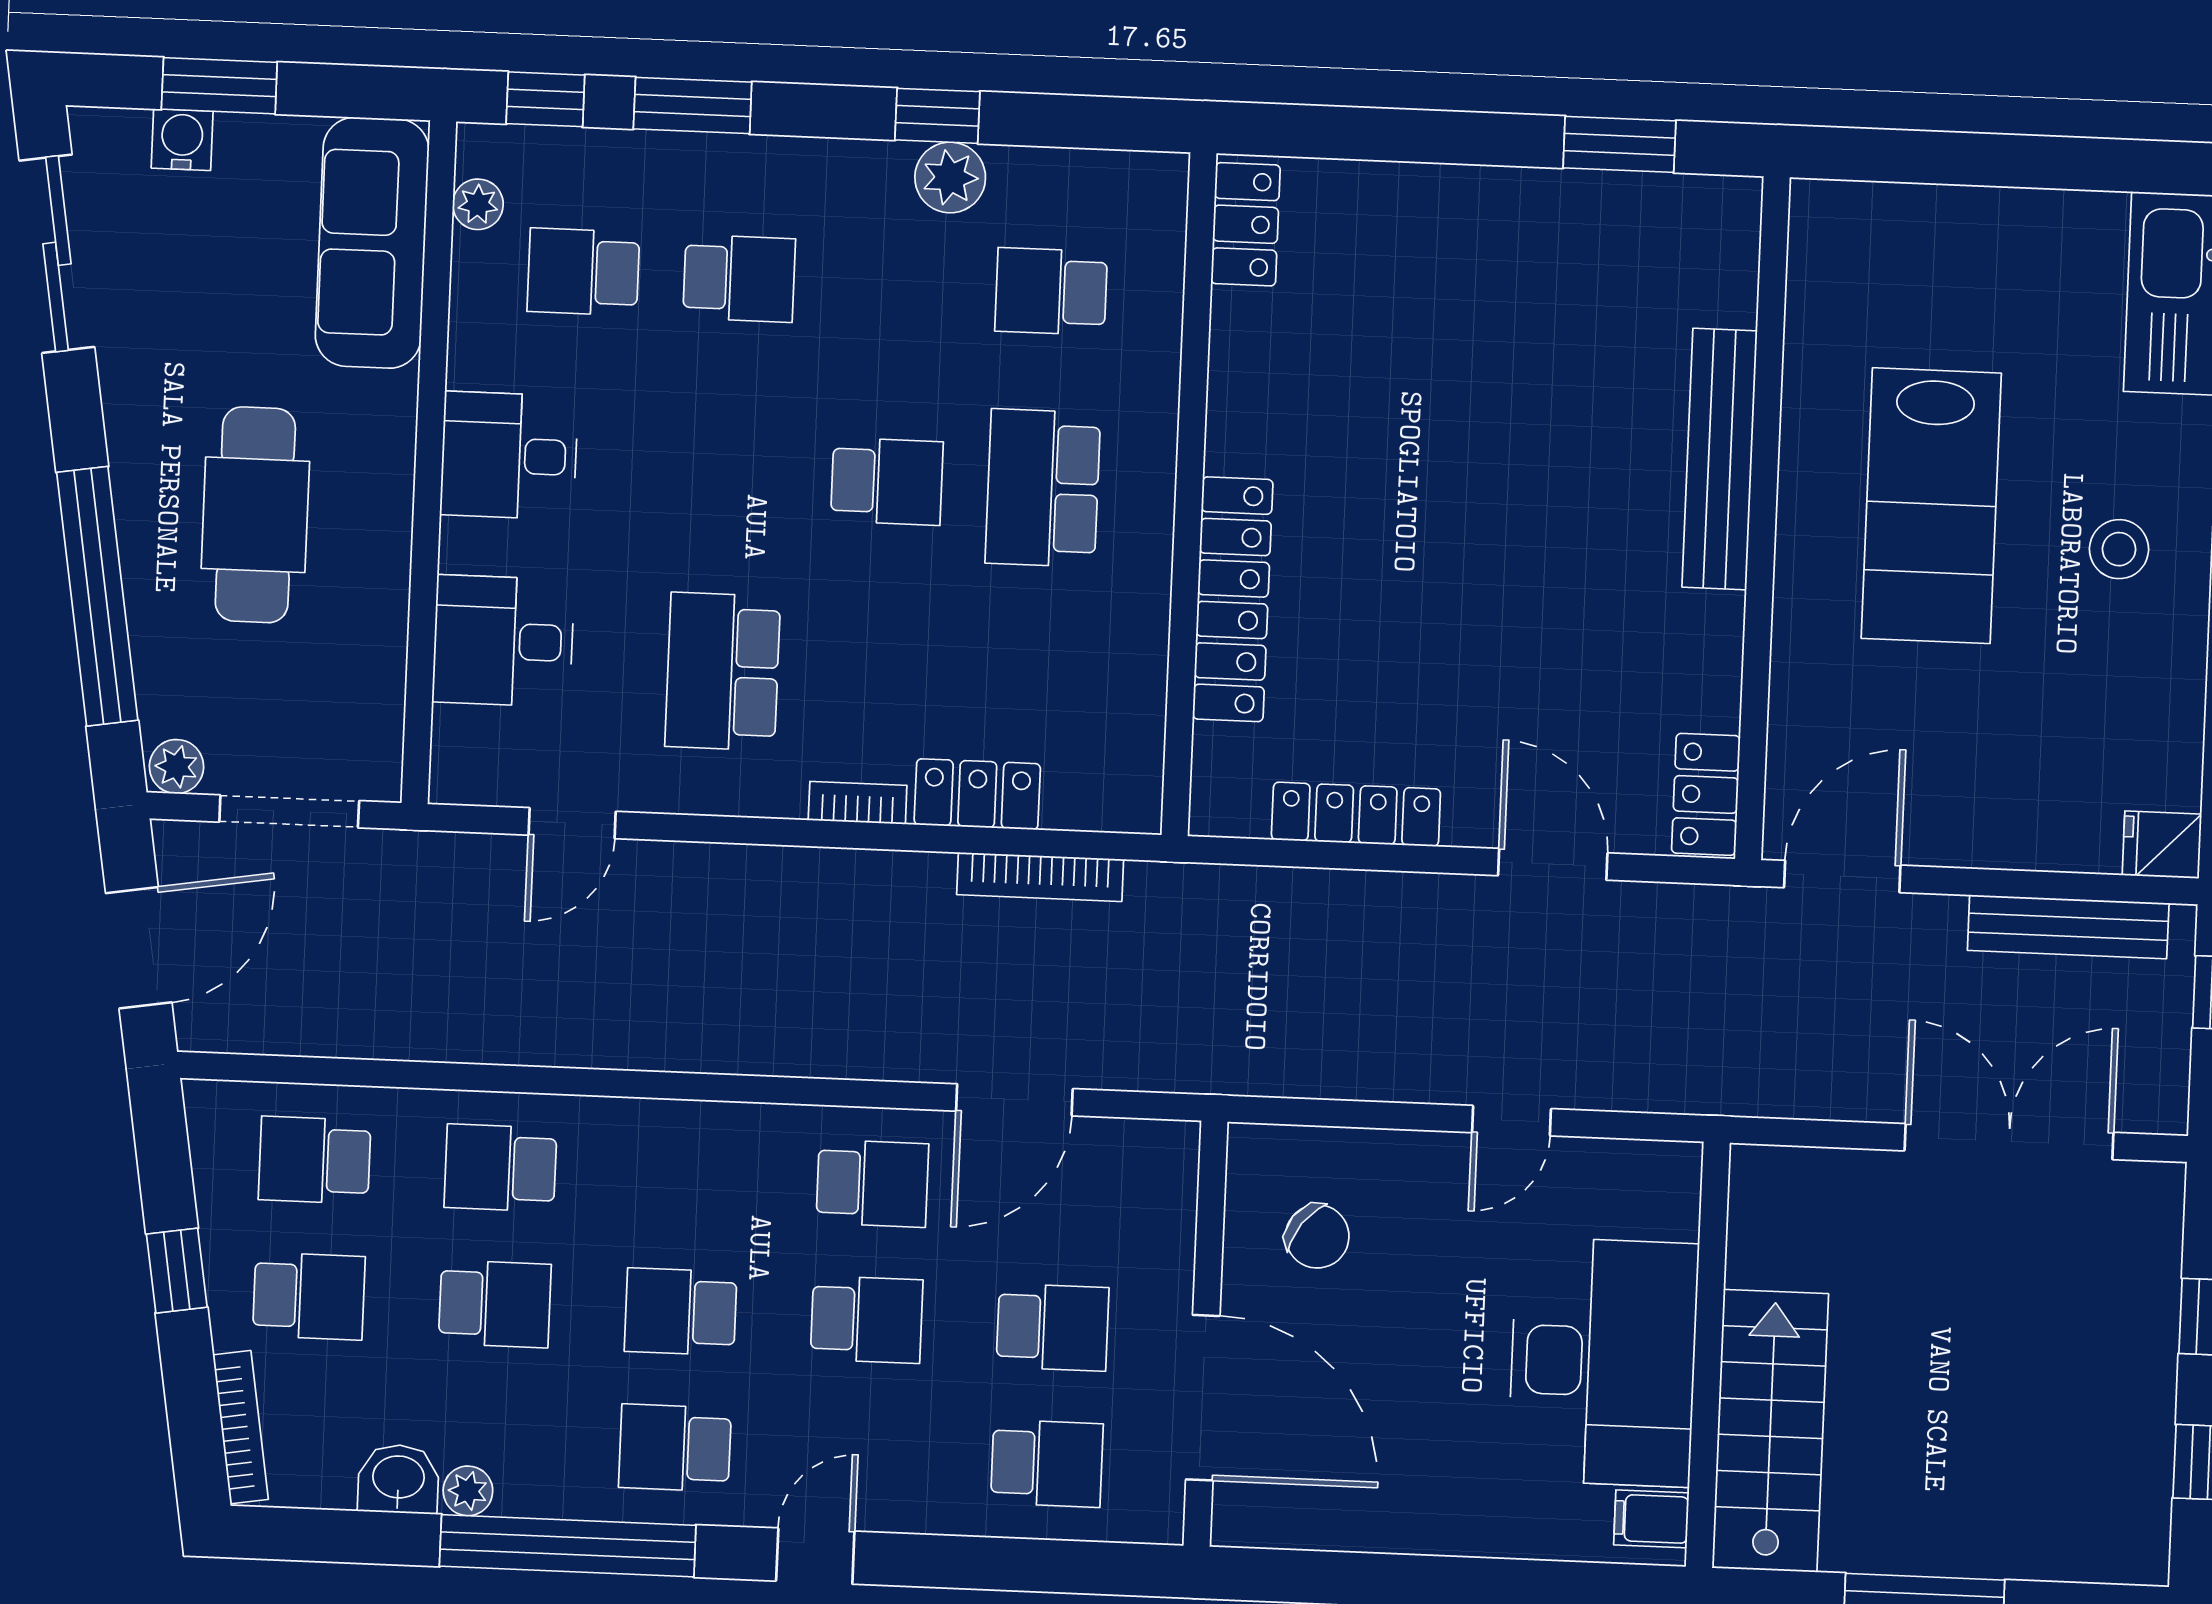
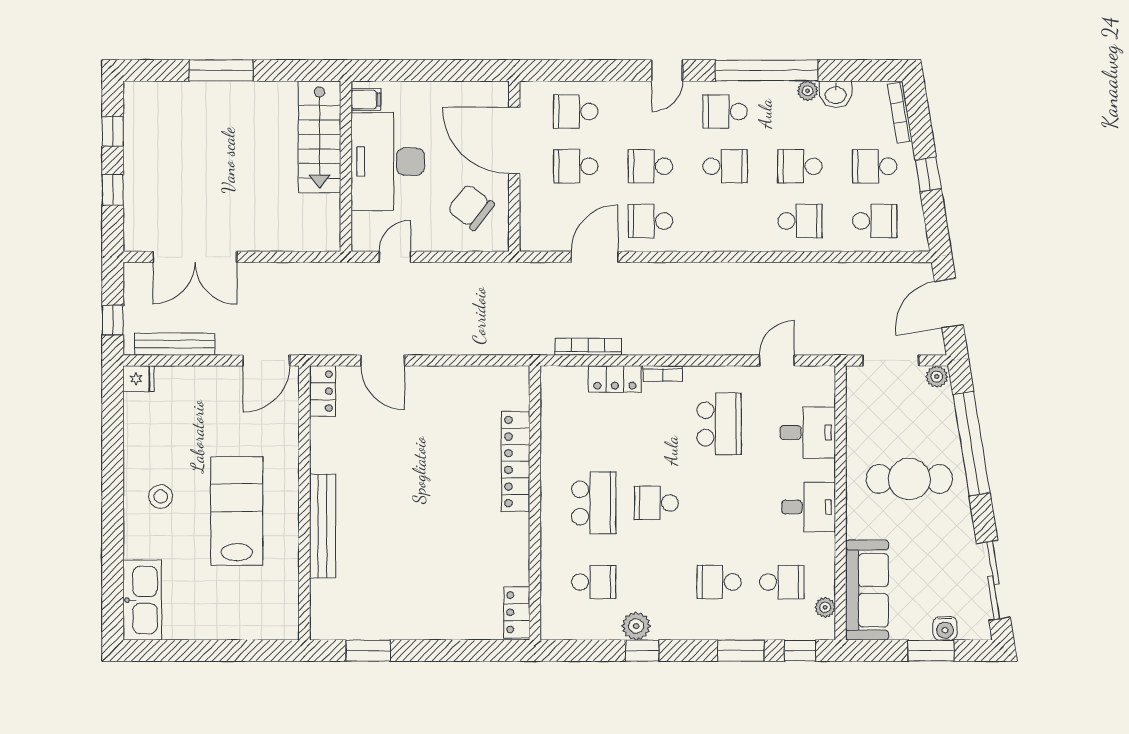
cafe table: (255, 515) -> (909, 479), turned 90
locker: (1356, 814) -> (463, 377), removed
chair: (1317, 1236) -> (471, 207), width x1.37, depth x1.37
wall: (1708, 1355) -> (346, 166), moved
desk: (1603, 1362) -> (388, 162), moved
stairs: (1770, 1431) -> (320, 137), moved
school desk: (675, 1448) -> (725, 112), turned 180
filing cabinet: (1651, 1519) -> (366, 99), moved

